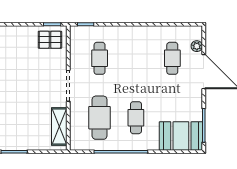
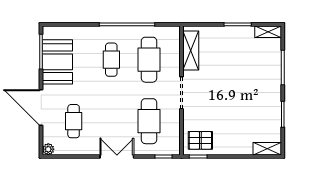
double door: (131, 24) -> (117, 156), added
plant: (197, 46) -> (48, 149), moved
cafe table: (100, 58) -> (149, 121), width x1.37, depth x1.35
booth: (181, 136) -> (57, 62), moved, turned 90

